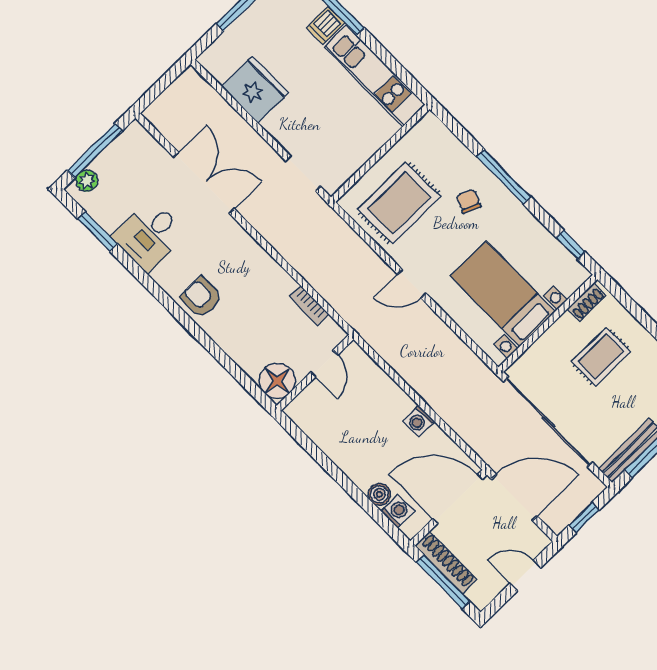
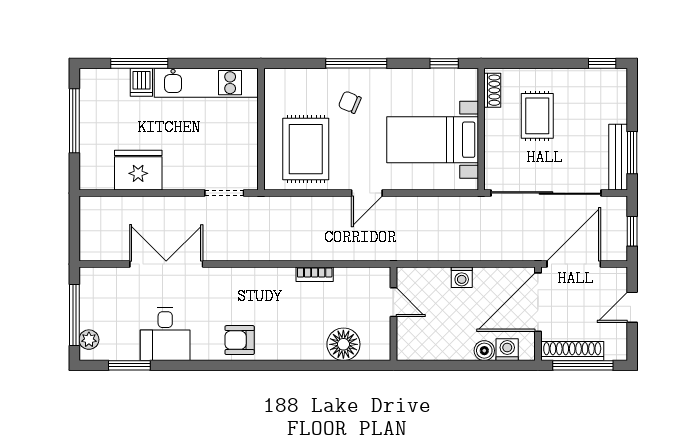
door: (324, 364) -> (394, 302), moved
wall: (315, 372) -> (394, 314), moved

